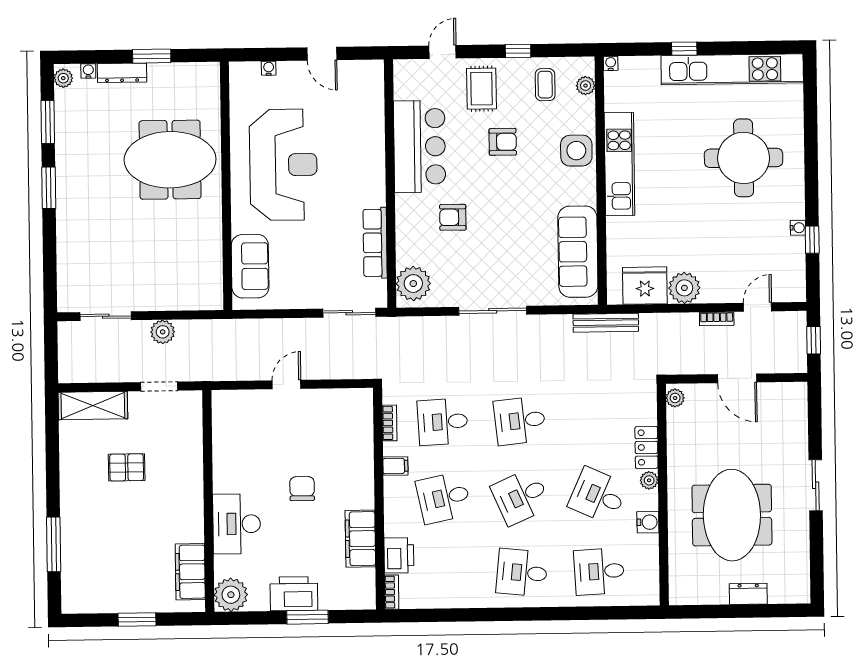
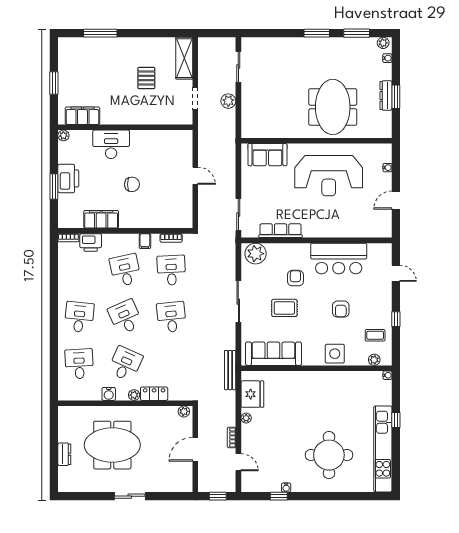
dresser: (122, 73) -> (386, 95), moved
rug: (481, 89) -> (284, 308), moved
kitchen unit: (619, 164) -> (326, 380), removed
plant: (684, 288) -> (246, 418), width x0.53, depth x0.53
plant: (231, 595) -> (63, 135), width x0.53, depth x0.53

